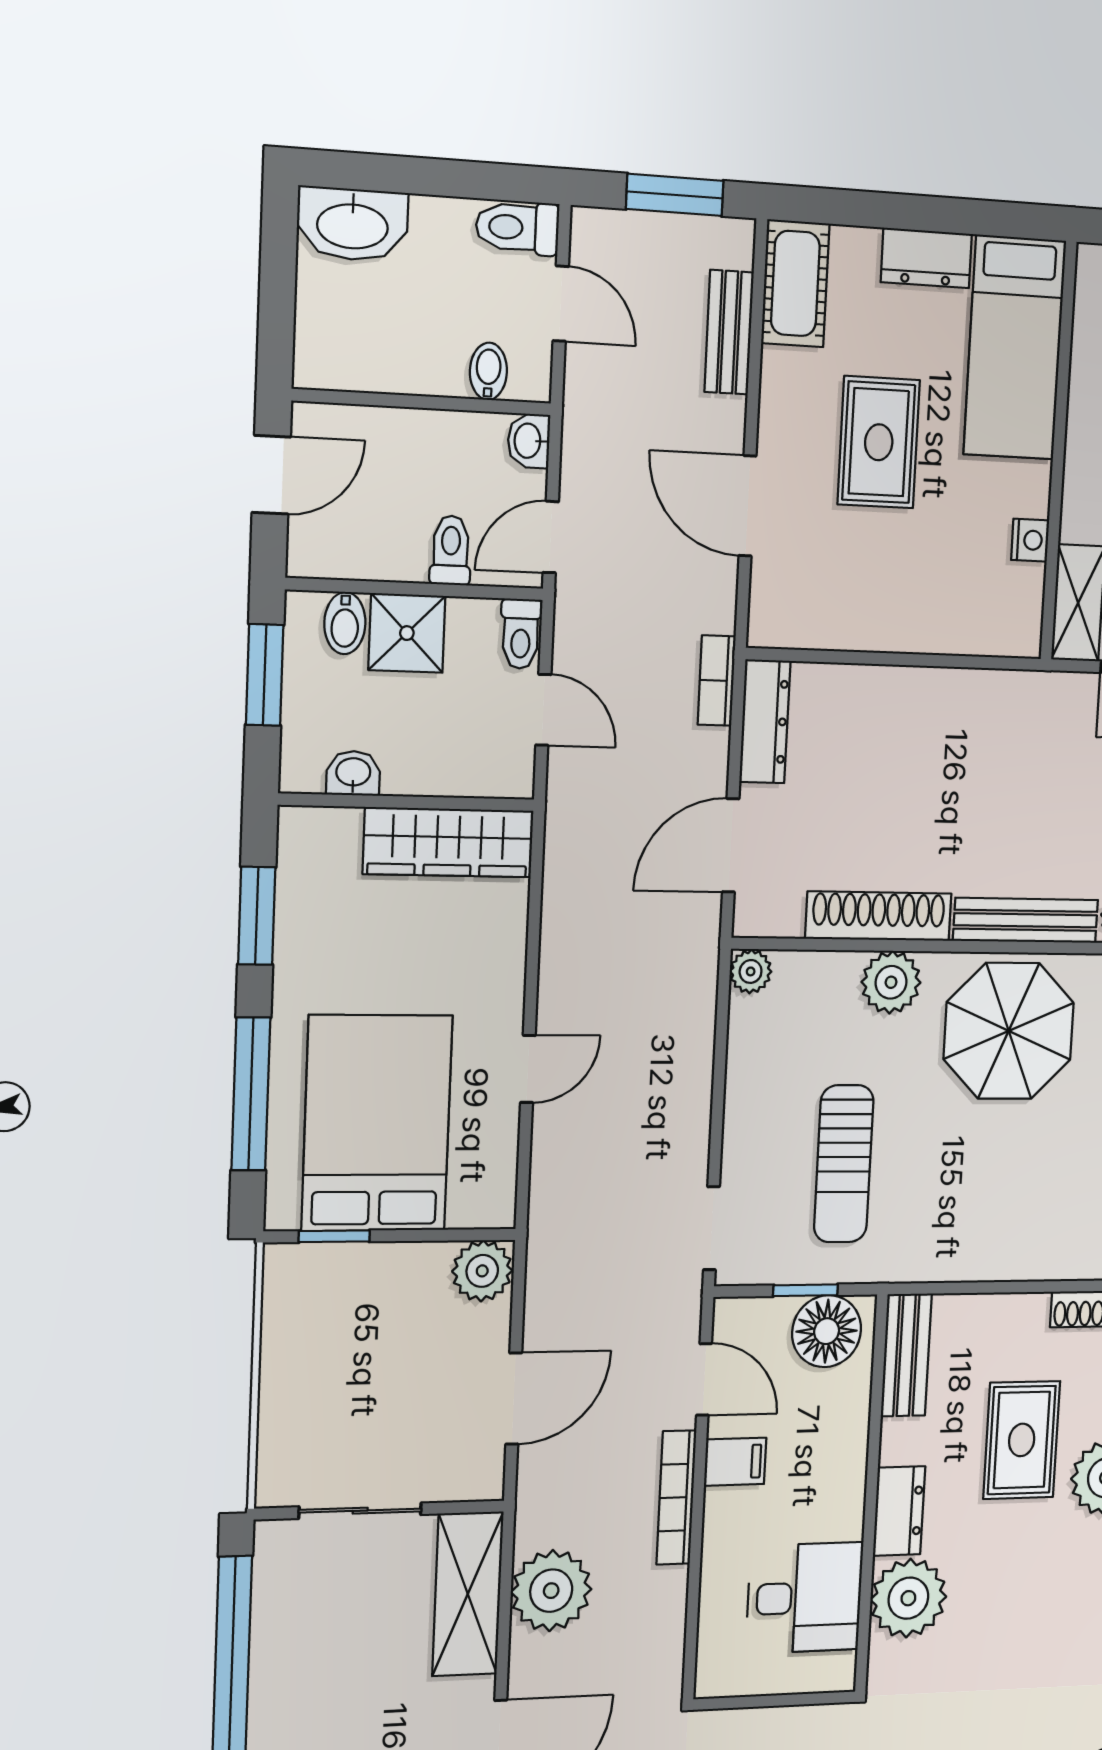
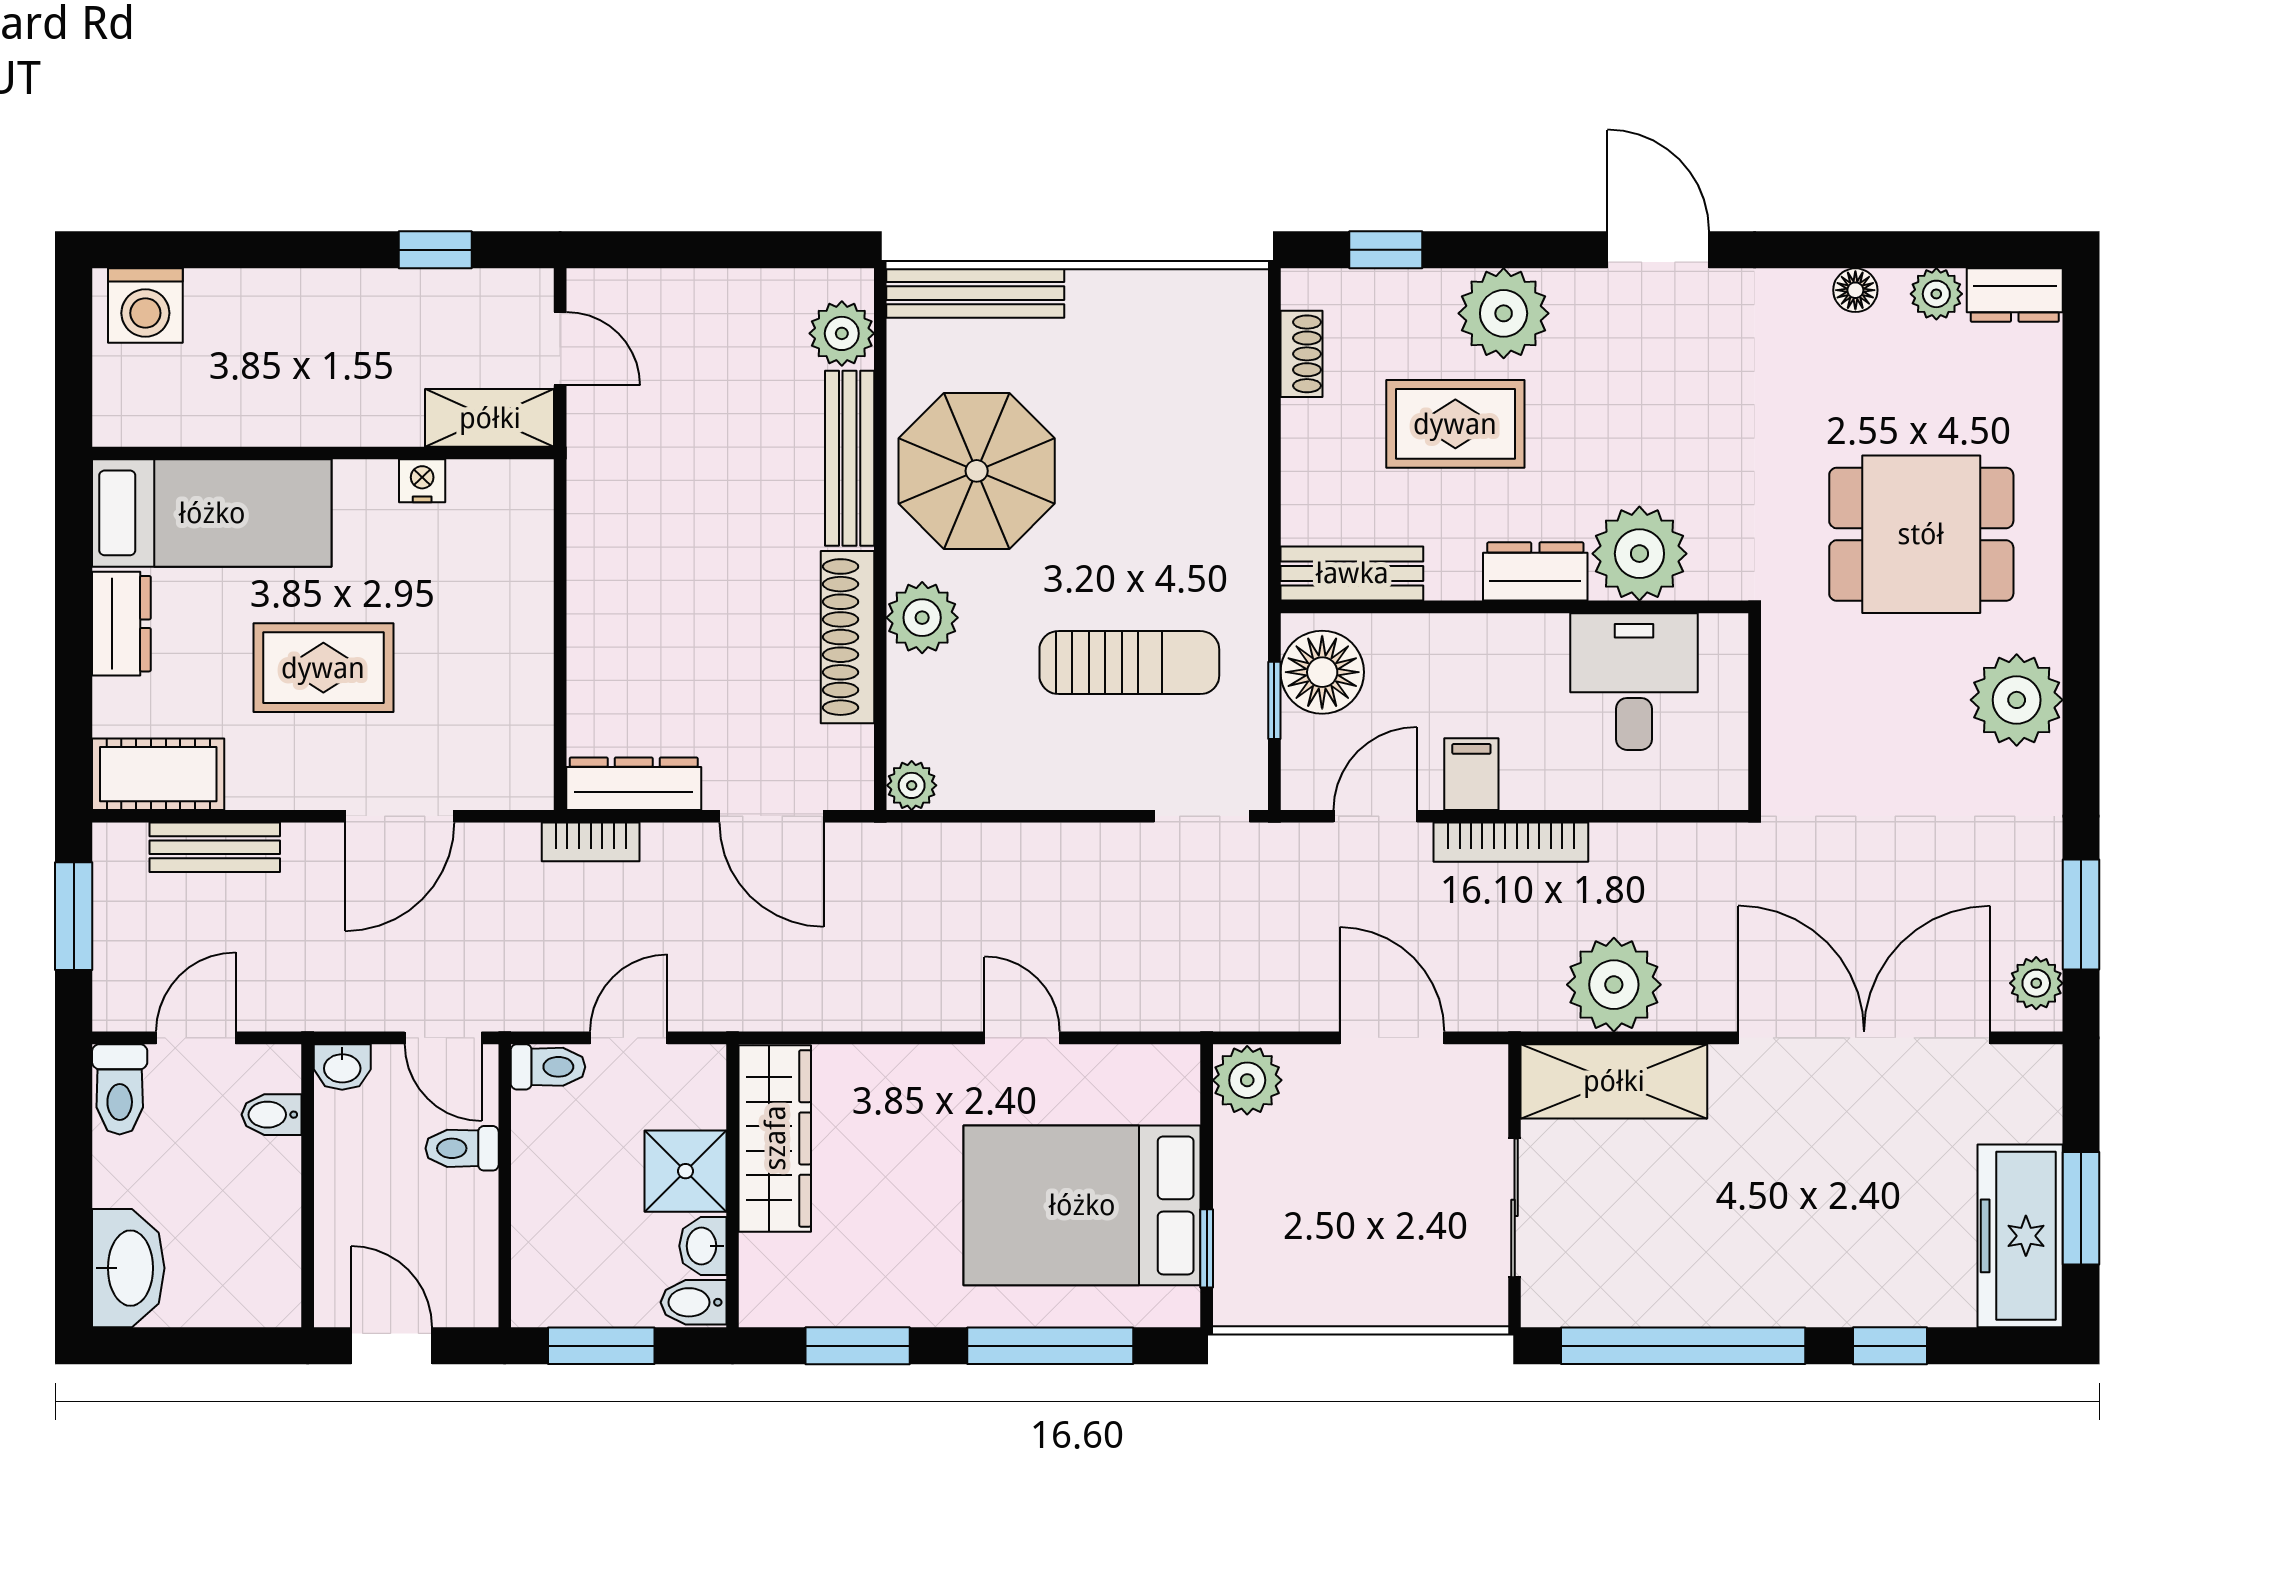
bidet: (345, 623) -> (694, 1302), moved, turned 180
shower: (407, 633) -> (685, 1171), moved

